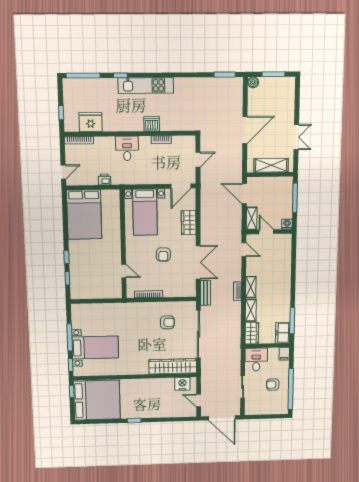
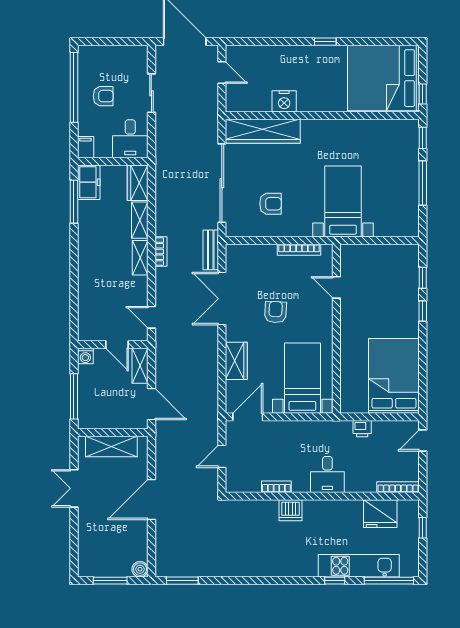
kitchen unit: (146, 86) -> (359, 566), moved
armchair: (167, 322) -> (270, 204), turned 180
bed with nightstands: (95, 347) -> (343, 201), moved, turned 90
nightstand: (182, 384) -> (284, 101), moved

